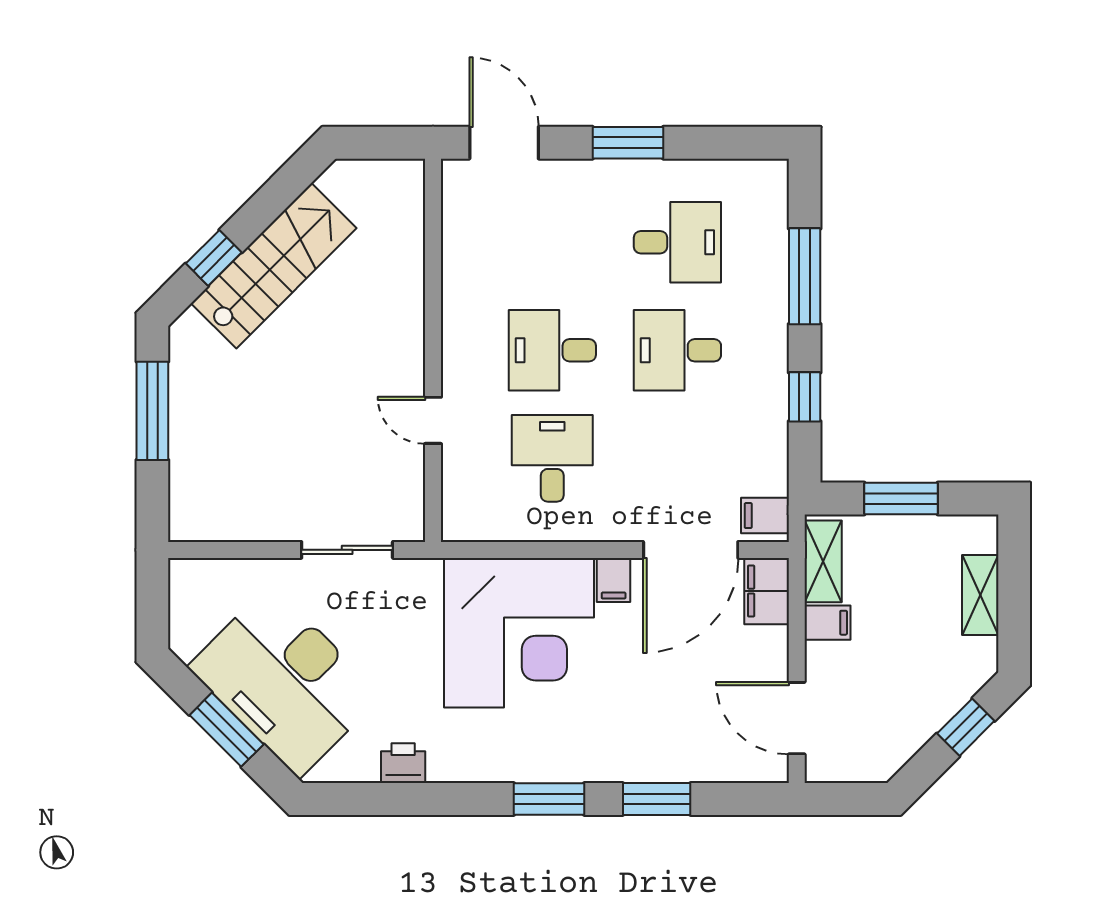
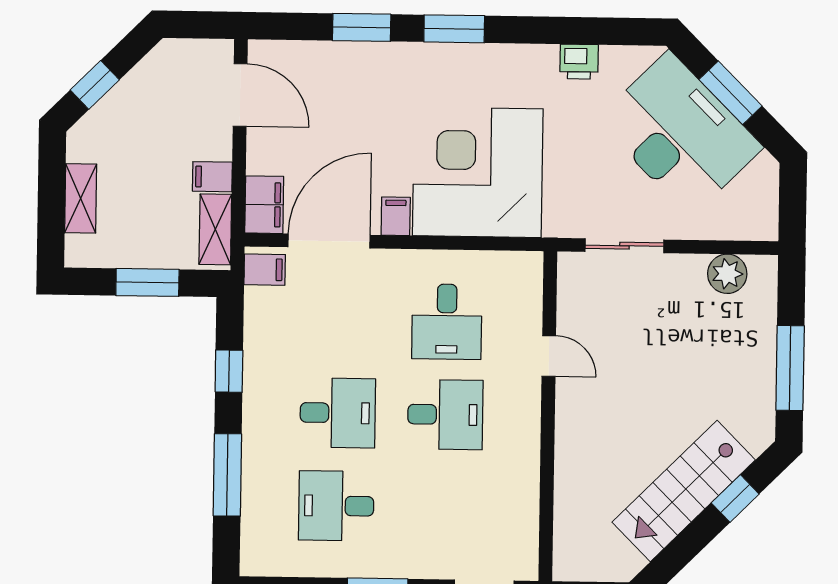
plant: (227, 519) -> (727, 274), added

